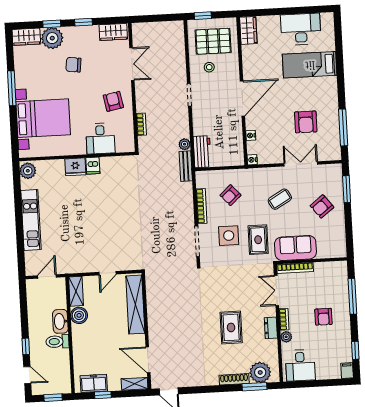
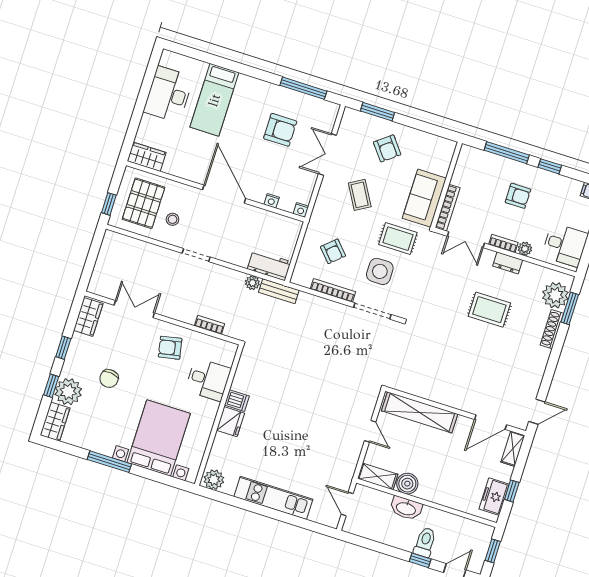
toilet: (57, 342) -> (425, 542), moved, turned 180
window: (355, 350) -> (550, 166), moved

